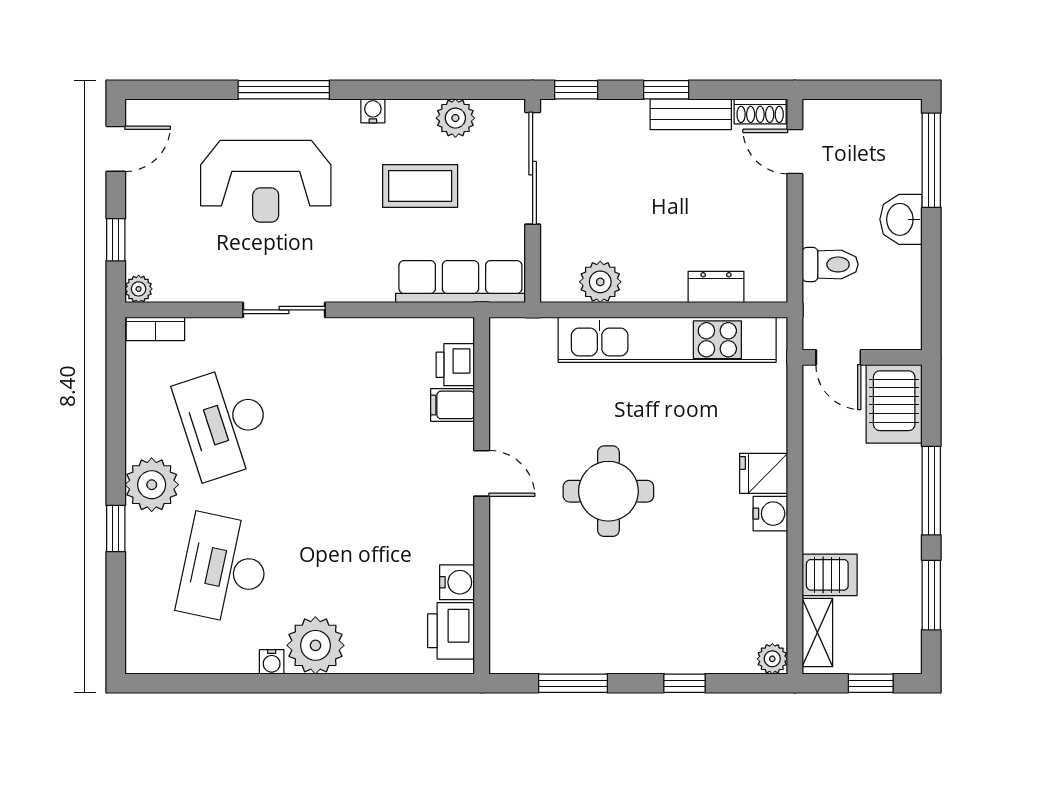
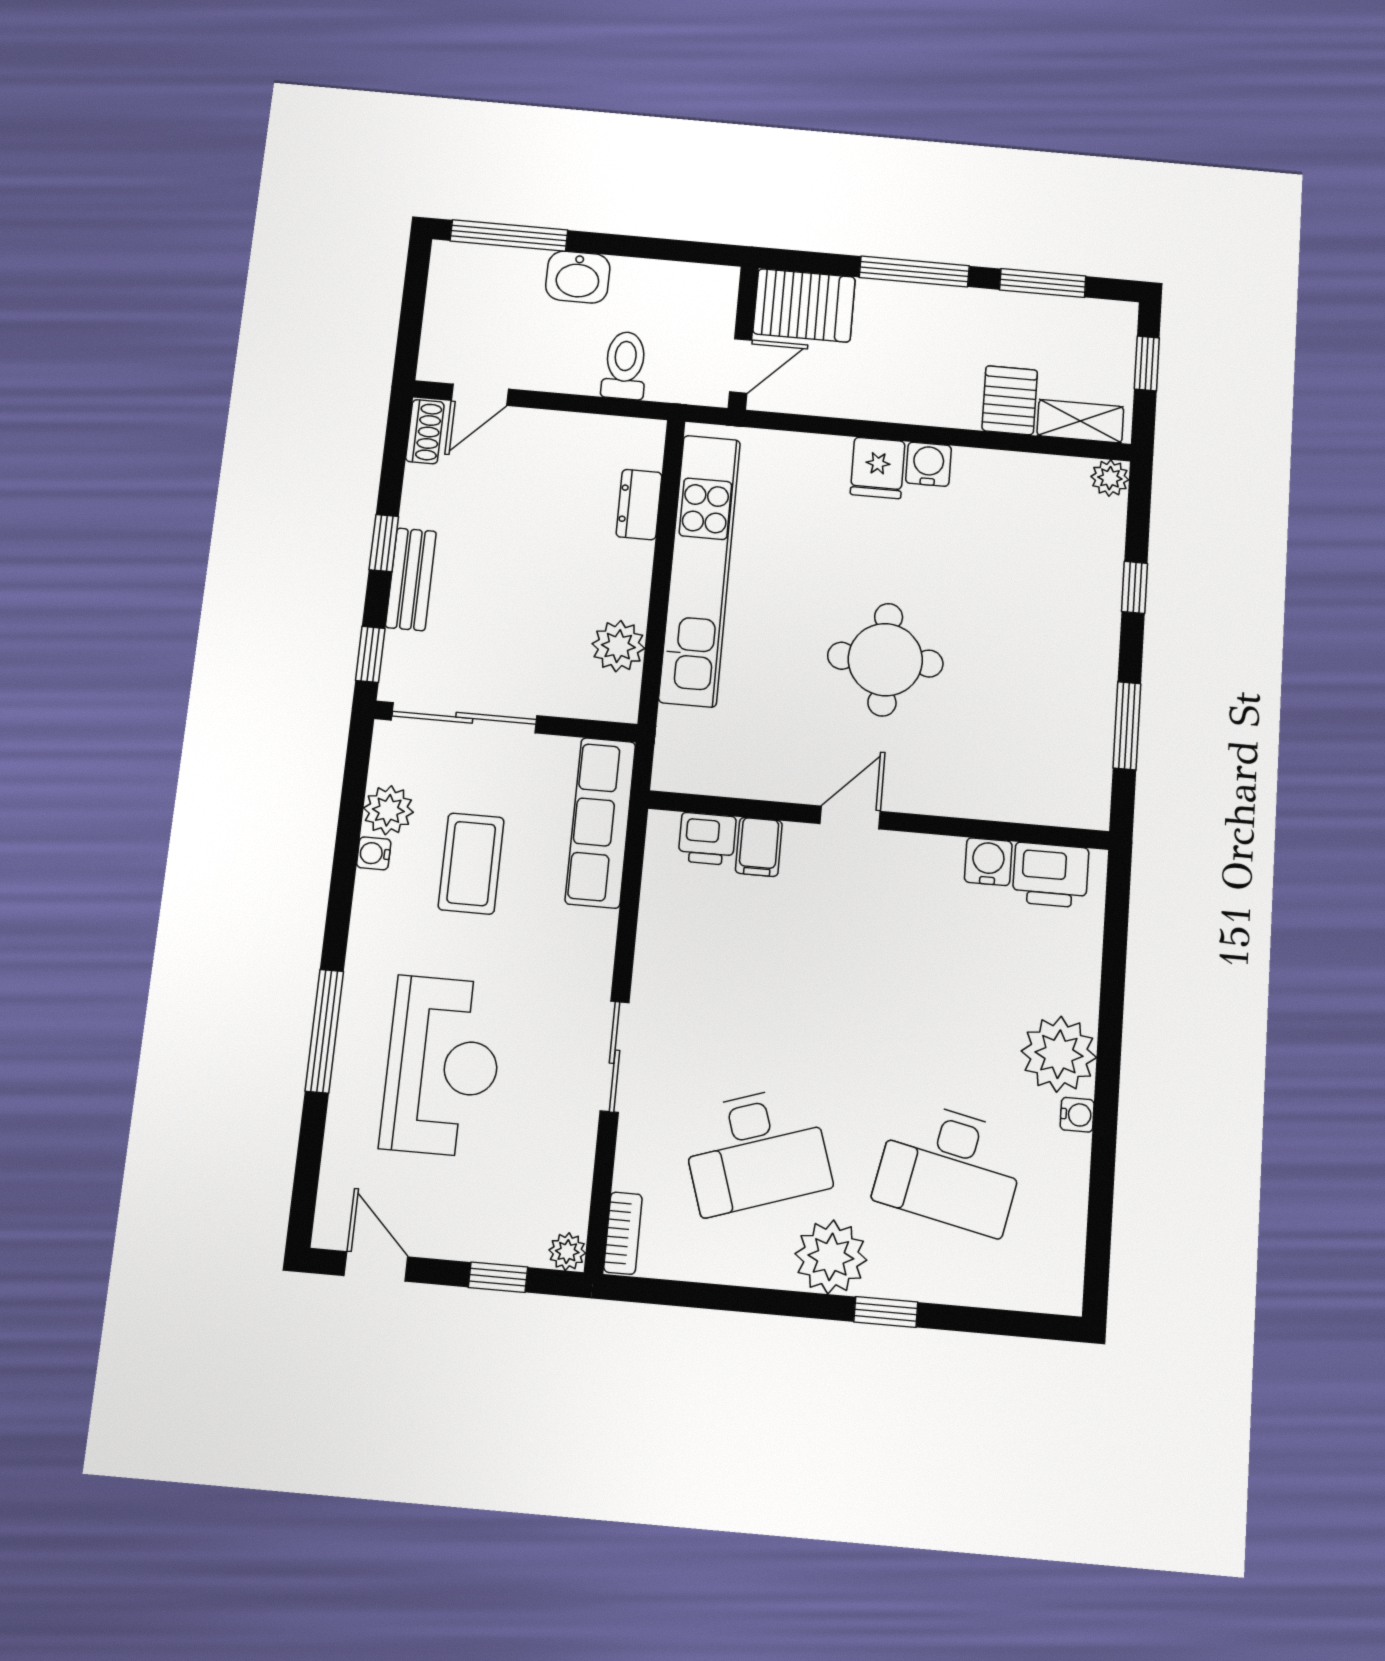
water cooler: (373, 111) -> (374, 853), moved
bench: (691, 114) -> (411, 579), moved

